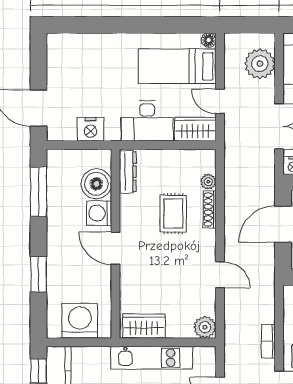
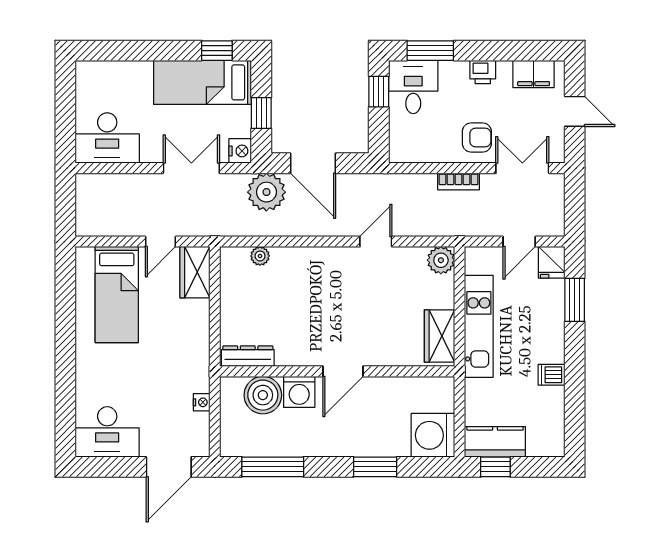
floor lamp: (209, 40) -> (84, 256), removed
plant: (260, 64) -> (266, 192), moved
desk: (147, 121) -> (107, 432), moved, turned 90
nightstand: (91, 129) -> (202, 402), width x0.53, depth x0.56
shoe rack: (210, 210) -> (295, 254), removed
rug: (173, 214) -> (300, 300), removed
washing machine: (80, 321) -> (433, 435), moved

